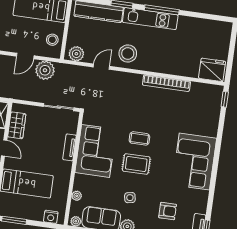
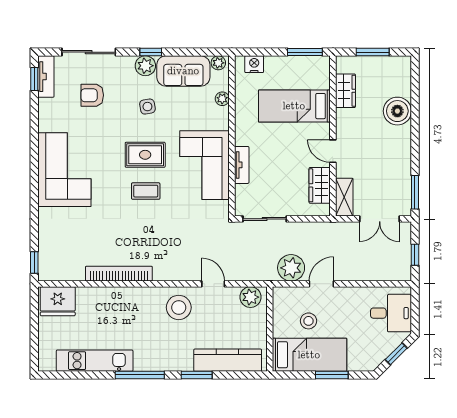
kitchen unit: (150, 19) -> (95, 361), moved
stool: (52, 40) -> (308, 321), moved
door: (101, 67) -> (213, 284), swing flipped

